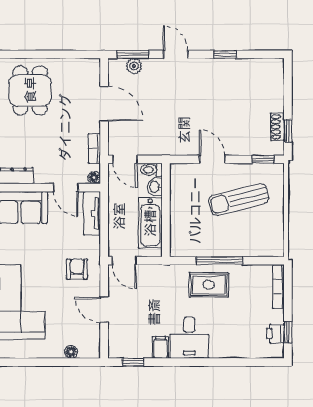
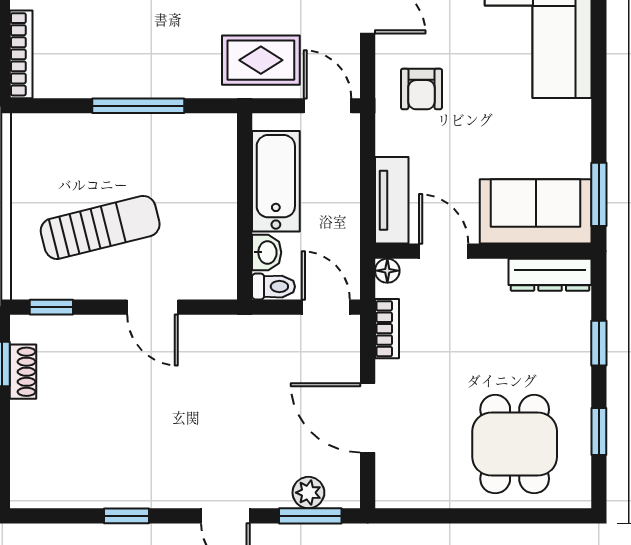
rug: (209, 285) -> (261, 60), moved

